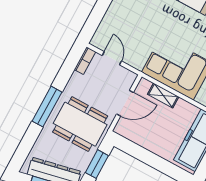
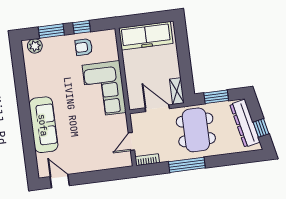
shelving: (163, 96) -> (177, 91), moved
window: (47, 107) -> (187, 165), moved

